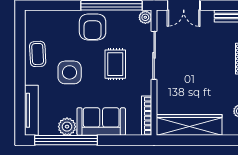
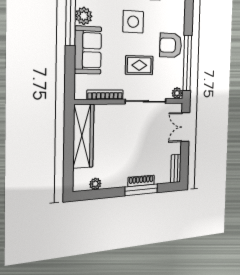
bookcase: (147, 116) -> (105, 95), moved

